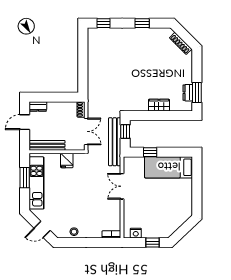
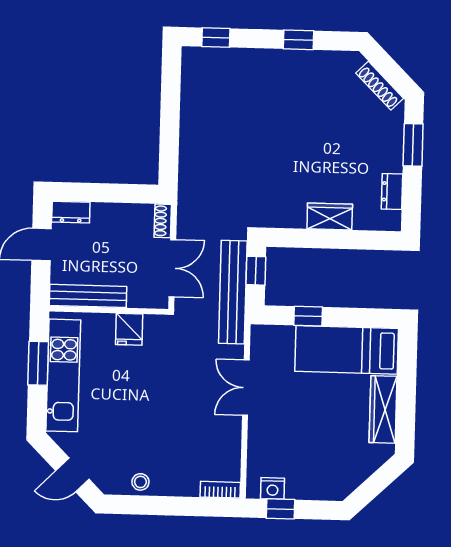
window: (197, 93) -> (413, 145), moved
wardrobe: (186, 195) -> (383, 409), added
window: (152, 243) -> (281, 509), moved

